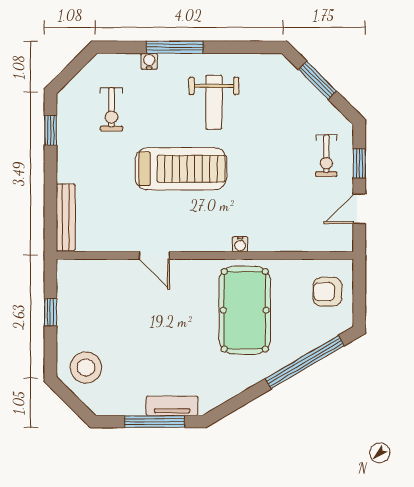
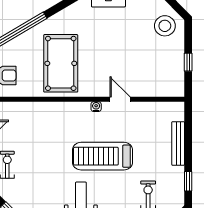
bench: (66, 217) -> (178, 143), moved
water cooler: (240, 244) -> (96, 107), moved

